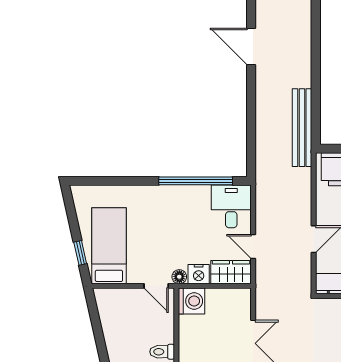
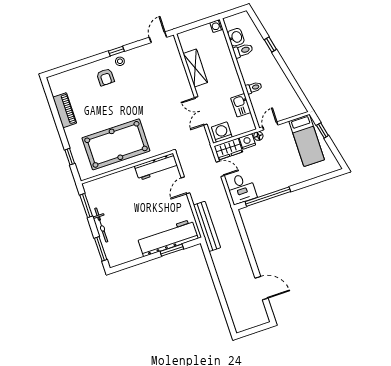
bench: (302, 128) -> (207, 226), moved
door: (156, 286) -> (270, 126), hinge flipped
washing machine: (192, 301) -> (222, 132), moved, turned 90
kitchen sink: (190, 332) -> (241, 105), added

